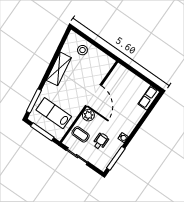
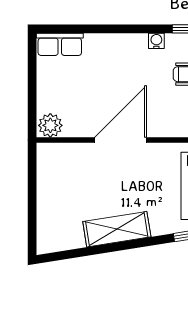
stool: (82, 50) -> (57, 212), removed
plant: (88, 115) -> (50, 125), moved

